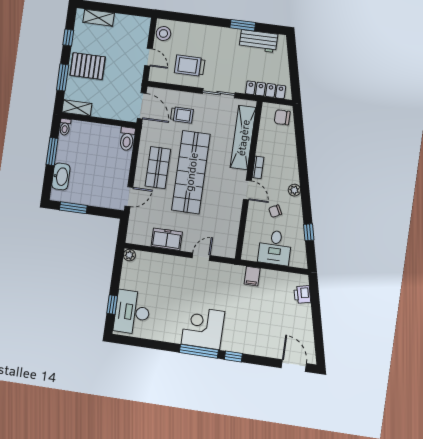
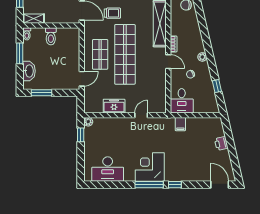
toilet: (127, 139) -> (51, 36), moved
desk: (275, 248) -> (182, 101), moved
printer: (302, 294) -> (221, 143), moved
window: (112, 305) -> (81, 135), moved
desk: (132, 312) -> (108, 169), moved, turned -90

